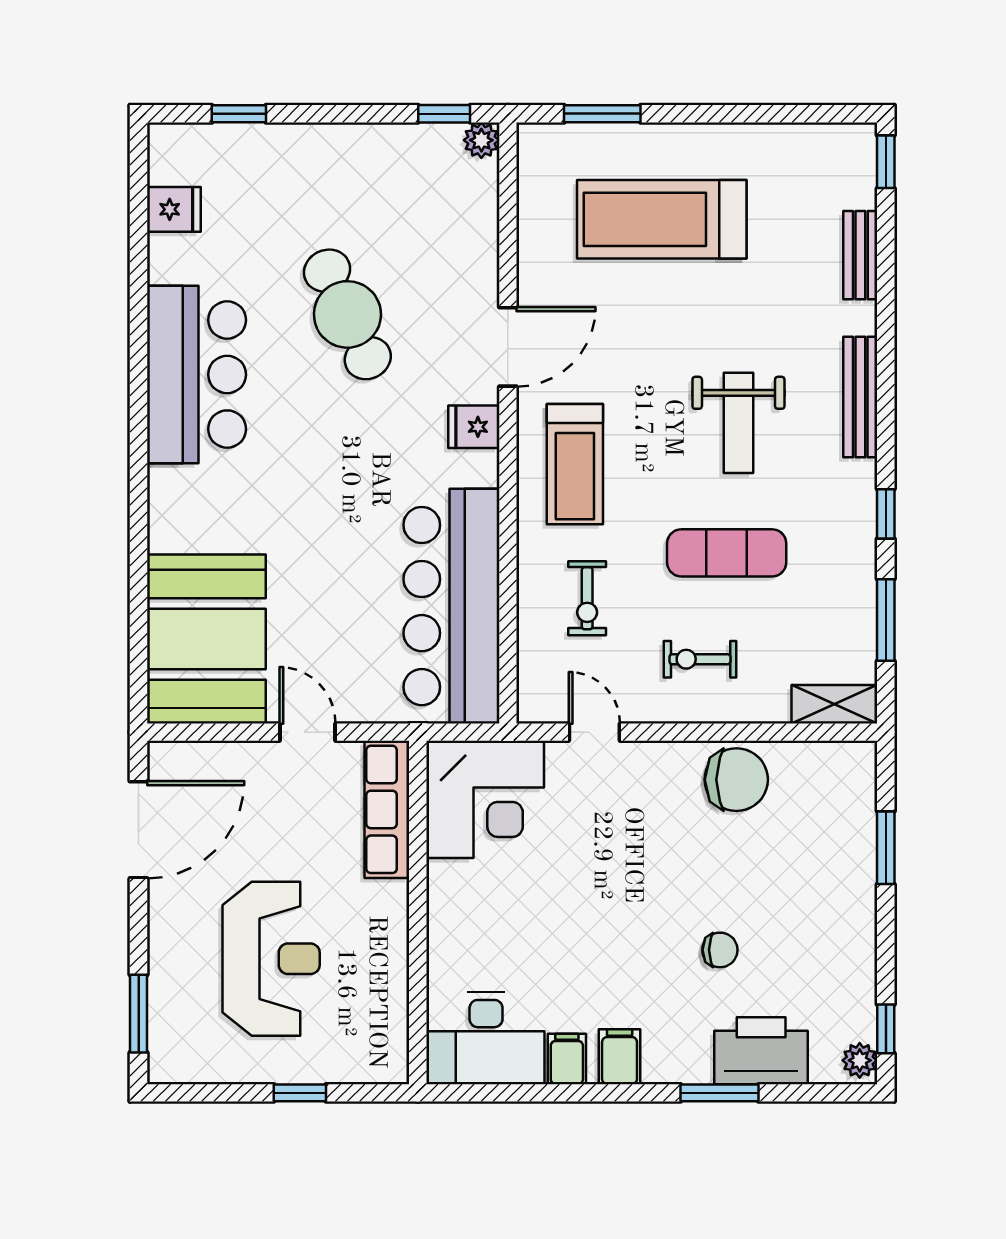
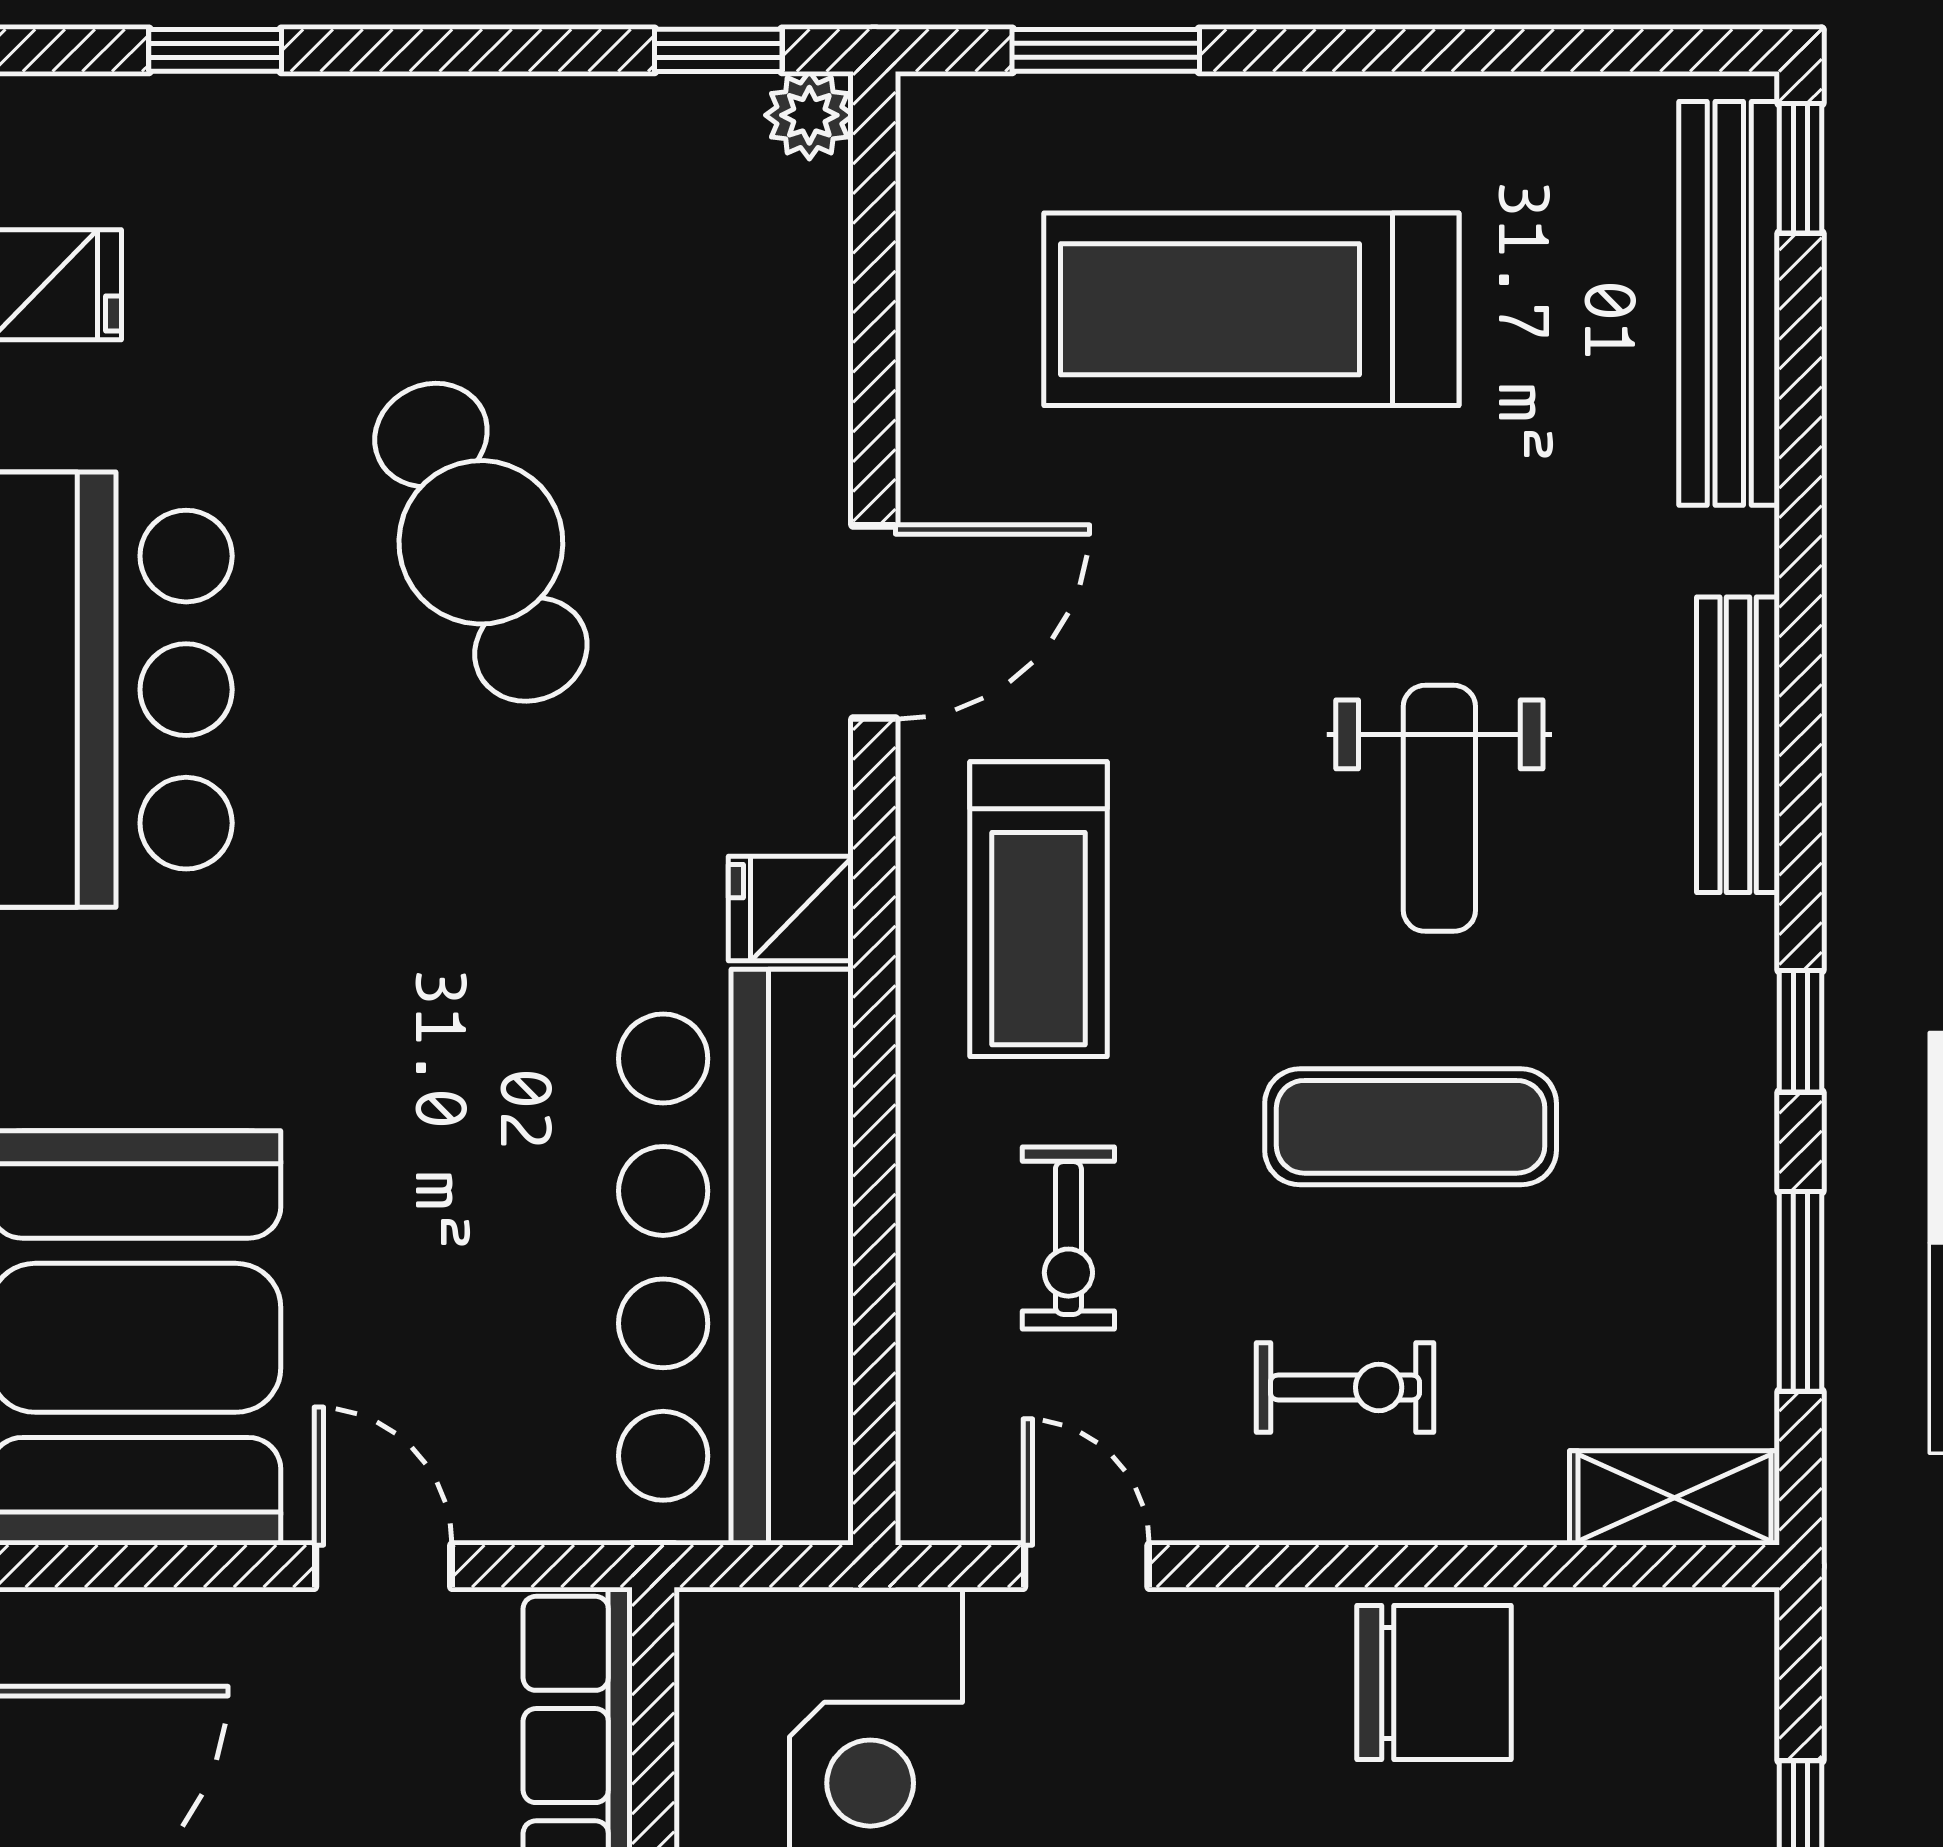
bench: (860, 255) -> (1729, 303), width x1.86, depth x1.21
fridge: (474, 427) -> (791, 908), moved
exercise bike: (700, 659) -> (1345, 1387), turned 180

